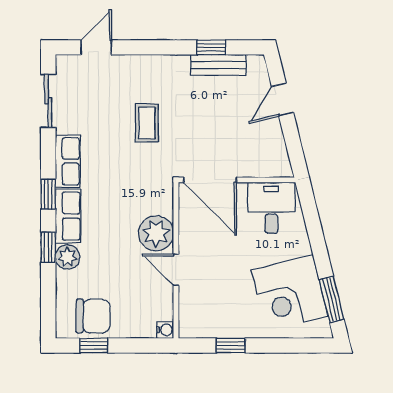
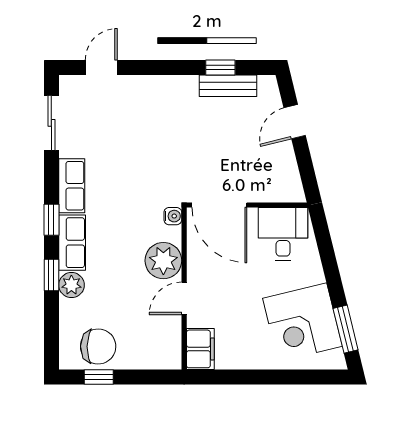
coffee table: (147, 123) -> (154, 146), removed
door: (176, 270) -> (184, 298), hinge flipped
filing cabinet: (192, 319) -> (200, 349), added
water cooler: (165, 330) -> (173, 216), moved
window: (231, 345) -> (241, 377), removed

